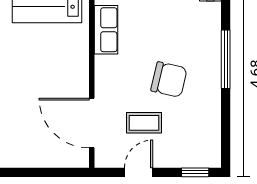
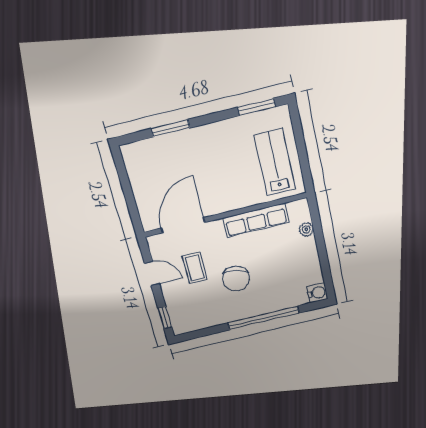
row of seats: (106, 30) -> (256, 220), width x1.48
window: (226, 59) -> (263, 318), width x1.46

